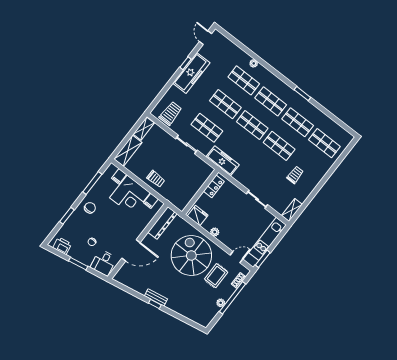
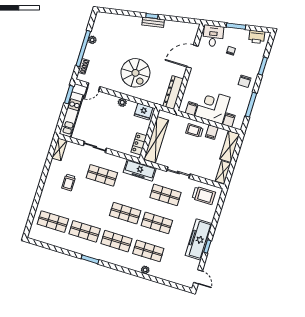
trolley: (171, 113) -> (204, 195), turned -90
shop shelf: (279, 146) -> (102, 175), moved
filing cabinet: (140, 171) -> (212, 132), added
shelving: (196, 184) -> (156, 140), added
spiral stairs: (191, 255) -> (135, 73), width x0.73, depth x0.73
rug: (216, 276) -> (106, 63), removed

